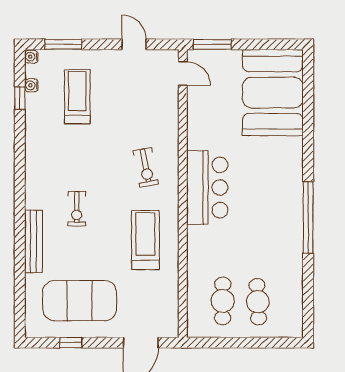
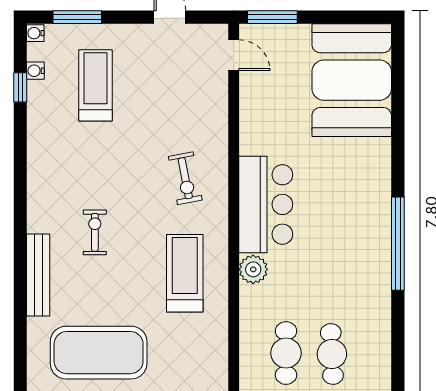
exercise bike: (77, 209) -> (95, 232), turned 180
plant: (198, 237) -> (253, 269), added

